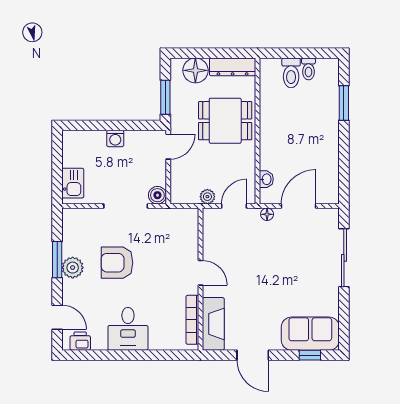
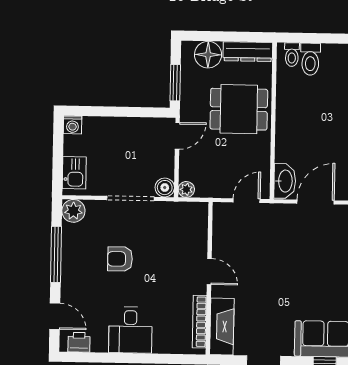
toilet: (308, 69) -> (292, 55), moved
washing machine: (115, 138) -> (73, 125), moved
washbasin: (266, 179) -> (285, 181), width x1.91, depth x1.45
plant: (207, 197) -> (186, 189), moved
floor lamp: (267, 214) -> (282, 210), removed
window: (57, 260) -> (56, 254), width x1.44
armchair: (117, 263) -> (120, 259), width x0.72, depth x0.72
plant: (73, 268) -> (73, 211), moved

